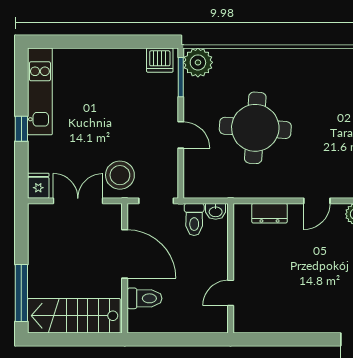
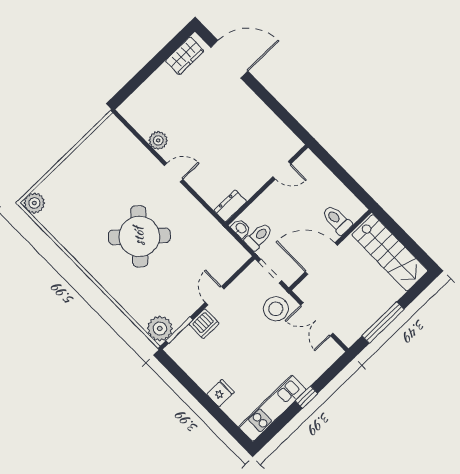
dishwasher: (160, 60) -> (204, 324), moved, turned 90
round table: (255, 128) -> (139, 236), moved, turned 38
fridge: (38, 186) -> (220, 393), moved, turned 180
dresser: (269, 213) -> (230, 206), moved, turned -90
door: (125, 254) -> (321, 259), hinge flipped
window: (21, 293) -> (383, 322), moved

